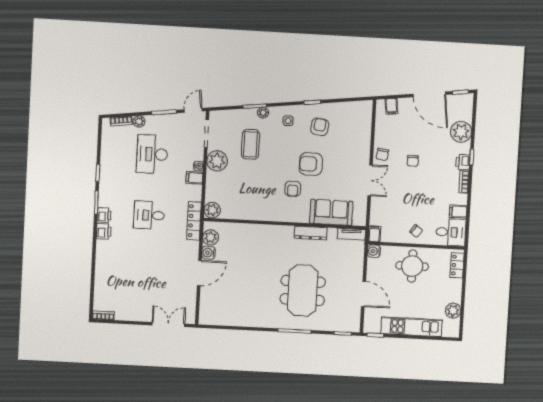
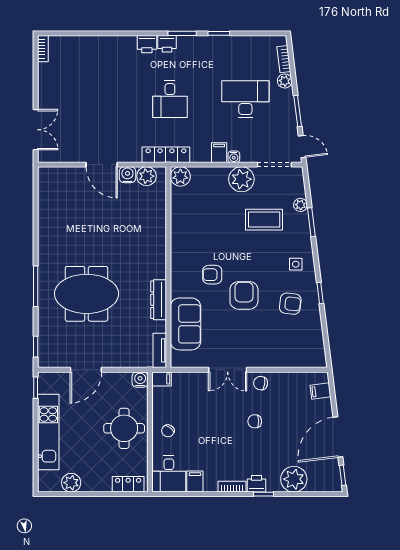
plant: (263, 113) -> (300, 205), moved
desk: (149, 215) -> (170, 99), turned 180

